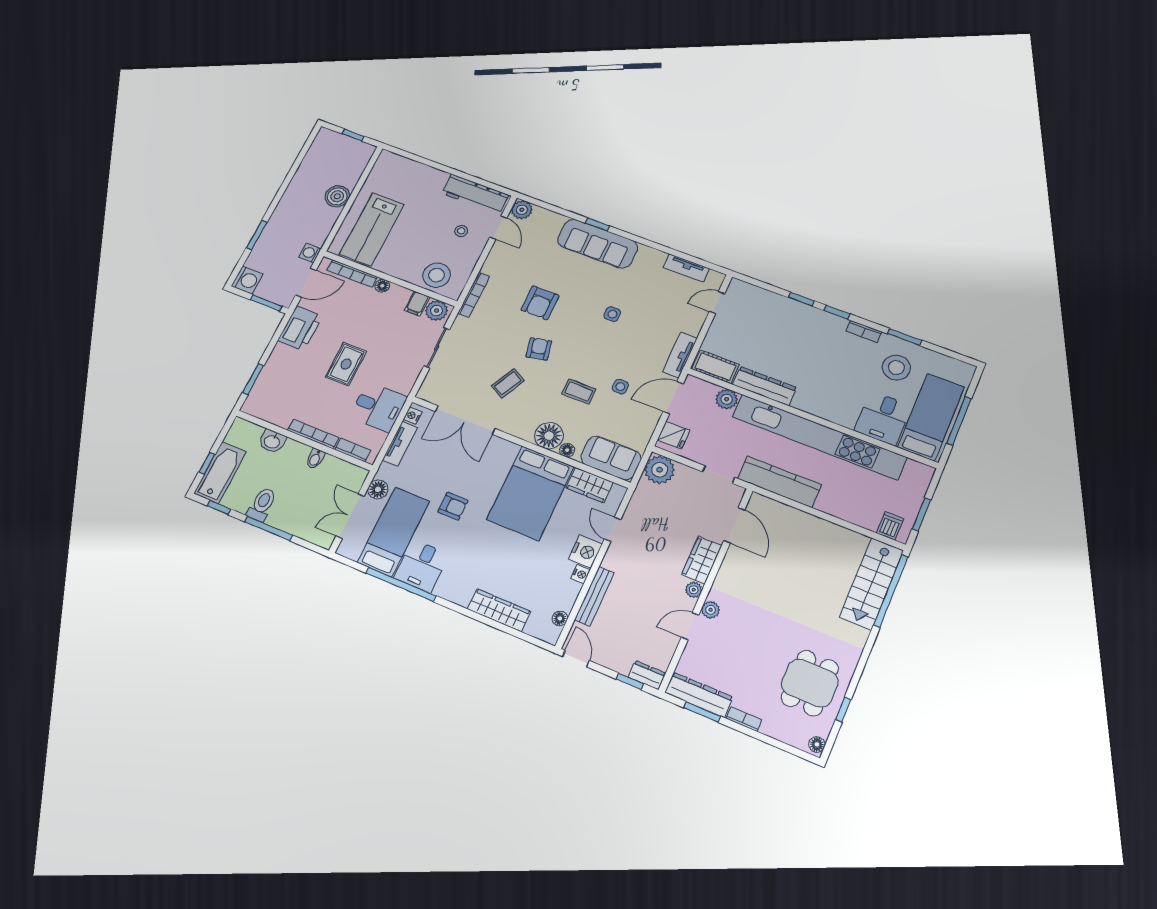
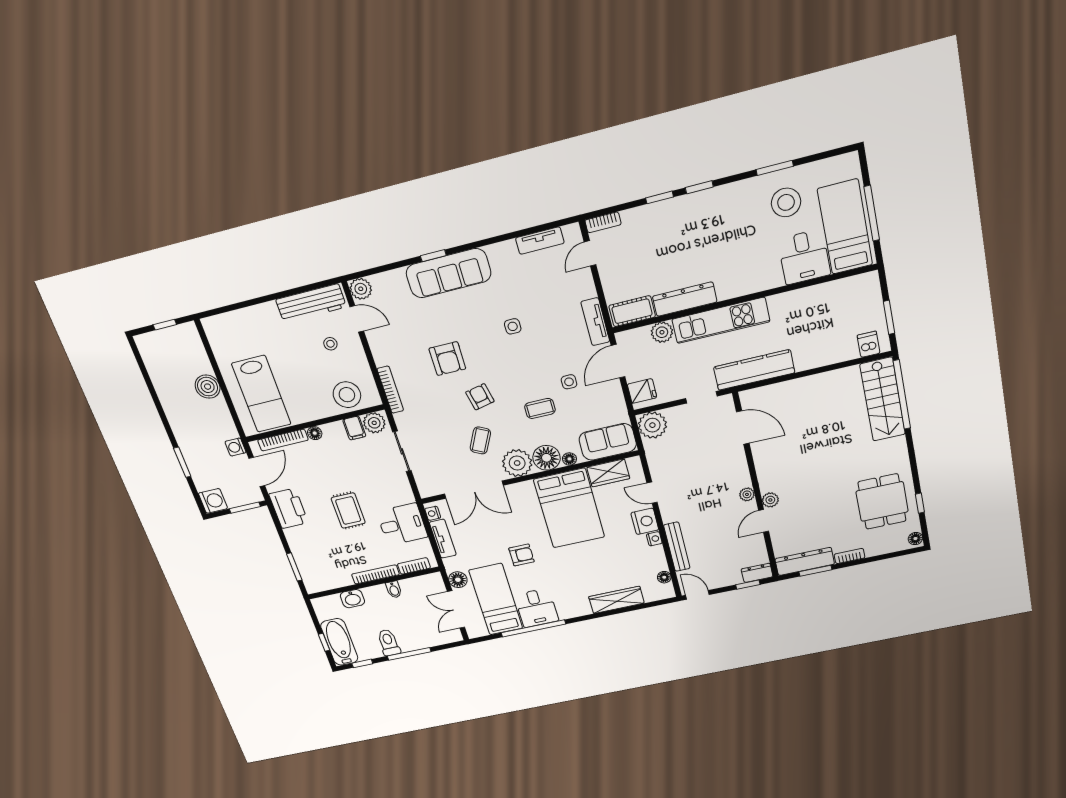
bookcase: (864, 331) -> (603, 222), moved
plant: (521, 423) -> (517, 463), added
kitchen unit: (819, 437) -> (721, 320), width x0.54
wardrobe: (702, 560) -> (737, 470), removed

